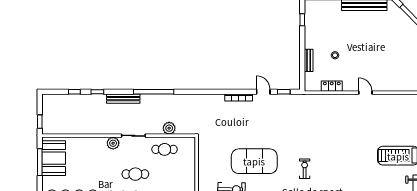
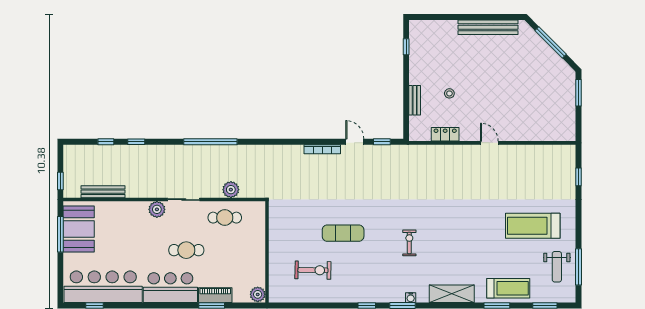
bench: (123, 99) -> (103, 192), moved
exercise mat: (254, 161) -> (343, 233), width x0.50, depth x0.69

